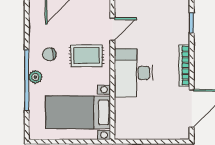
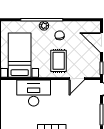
door: (112, 29) -> (77, 79), hinge flipped
desk: (133, 73) -> (34, 93), moved

